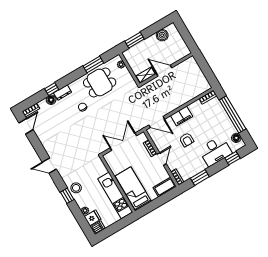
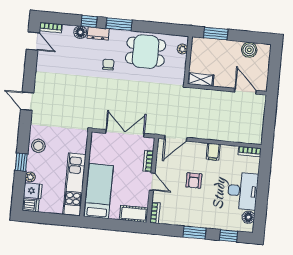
window: (93, 64) -> (119, 24), moved
door: (164, 71) -> (245, 91), moved
window: (233, 114) -> (263, 189), removed
filing cabinet: (182, 116) -> (213, 152), width x0.50
door: (157, 122) -> (176, 138), hinge flipped
door: (26, 126) -> (33, 41), hinge flipped
desk: (215, 151) -> (243, 191), moved, turned -90
door: (162, 159) -> (152, 182), hinge flipped
window: (200, 177) -> (195, 233), moved
window: (67, 196) -> (21, 162), moved

